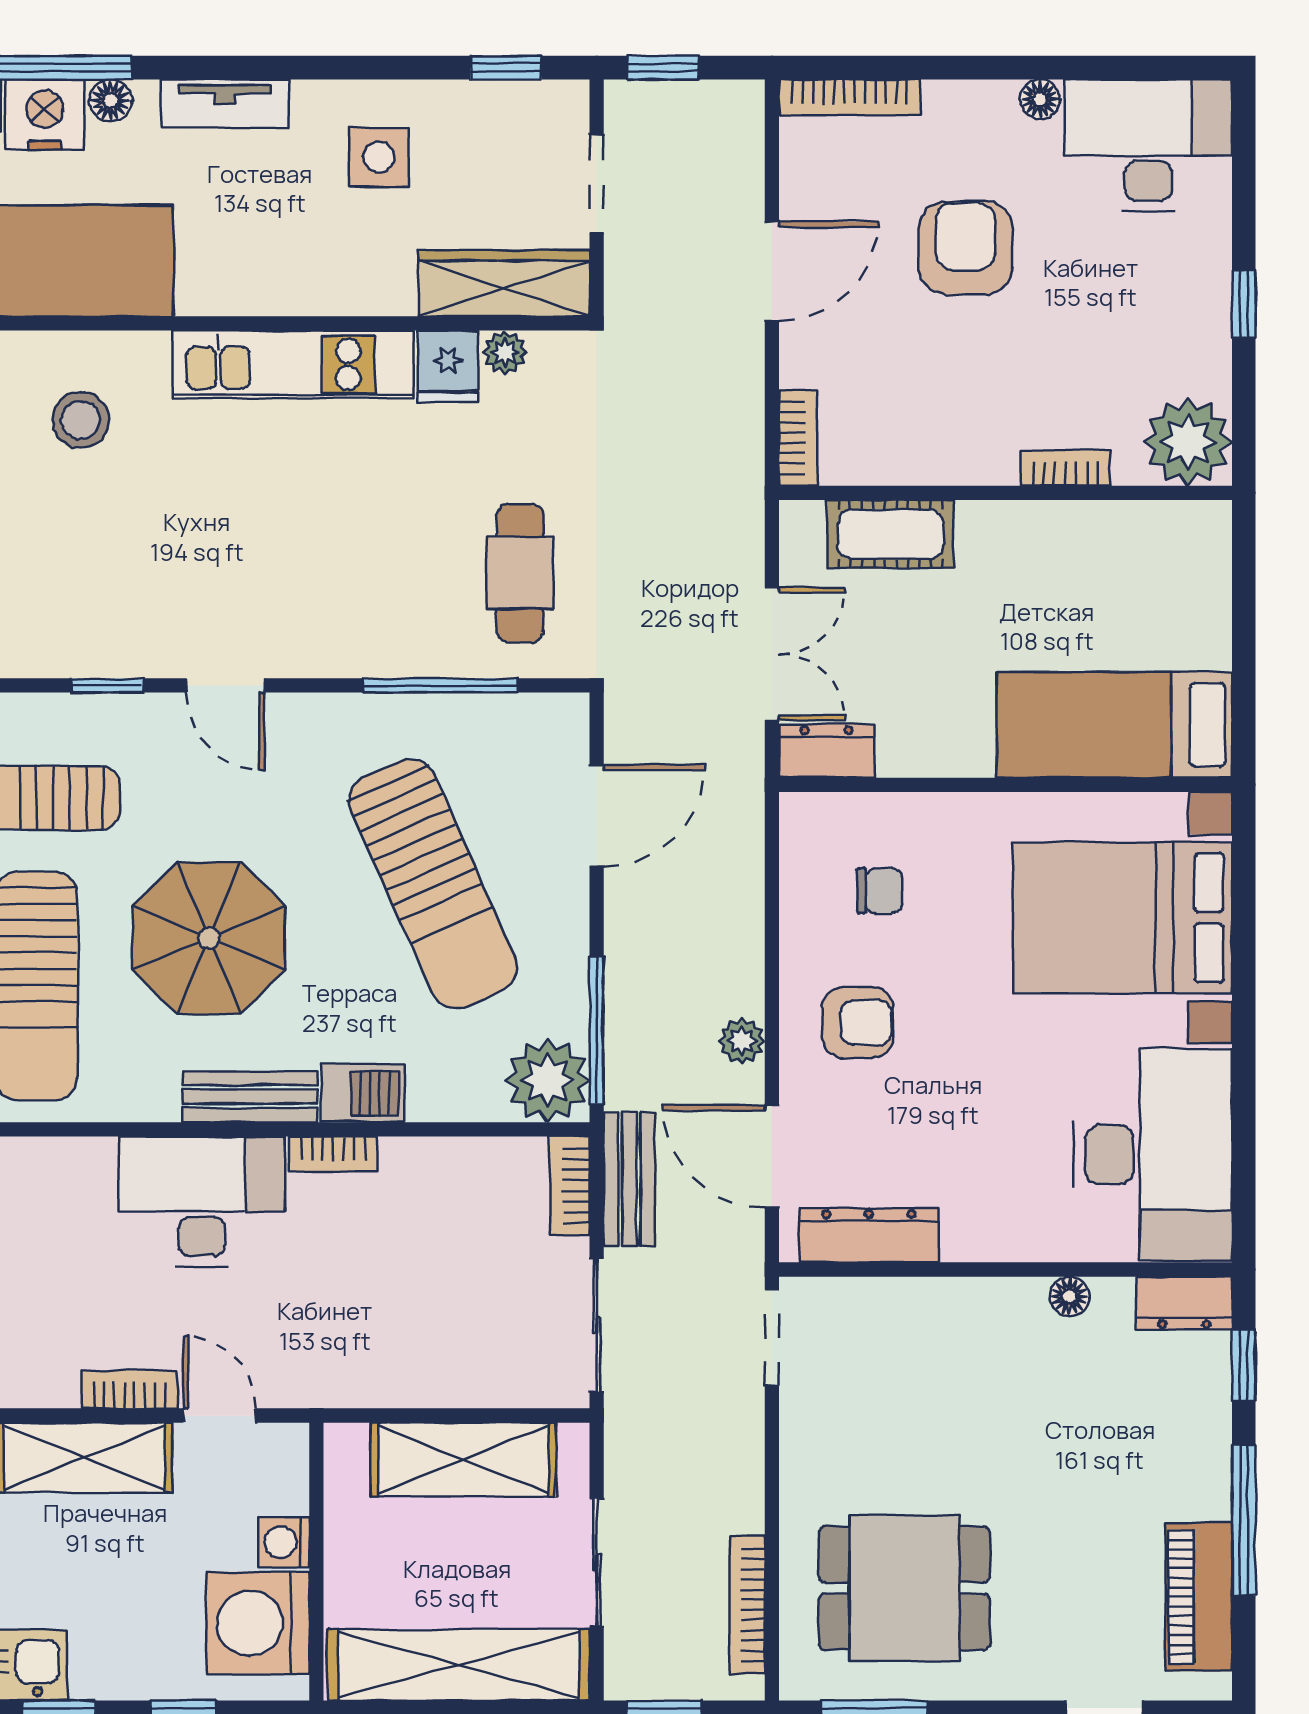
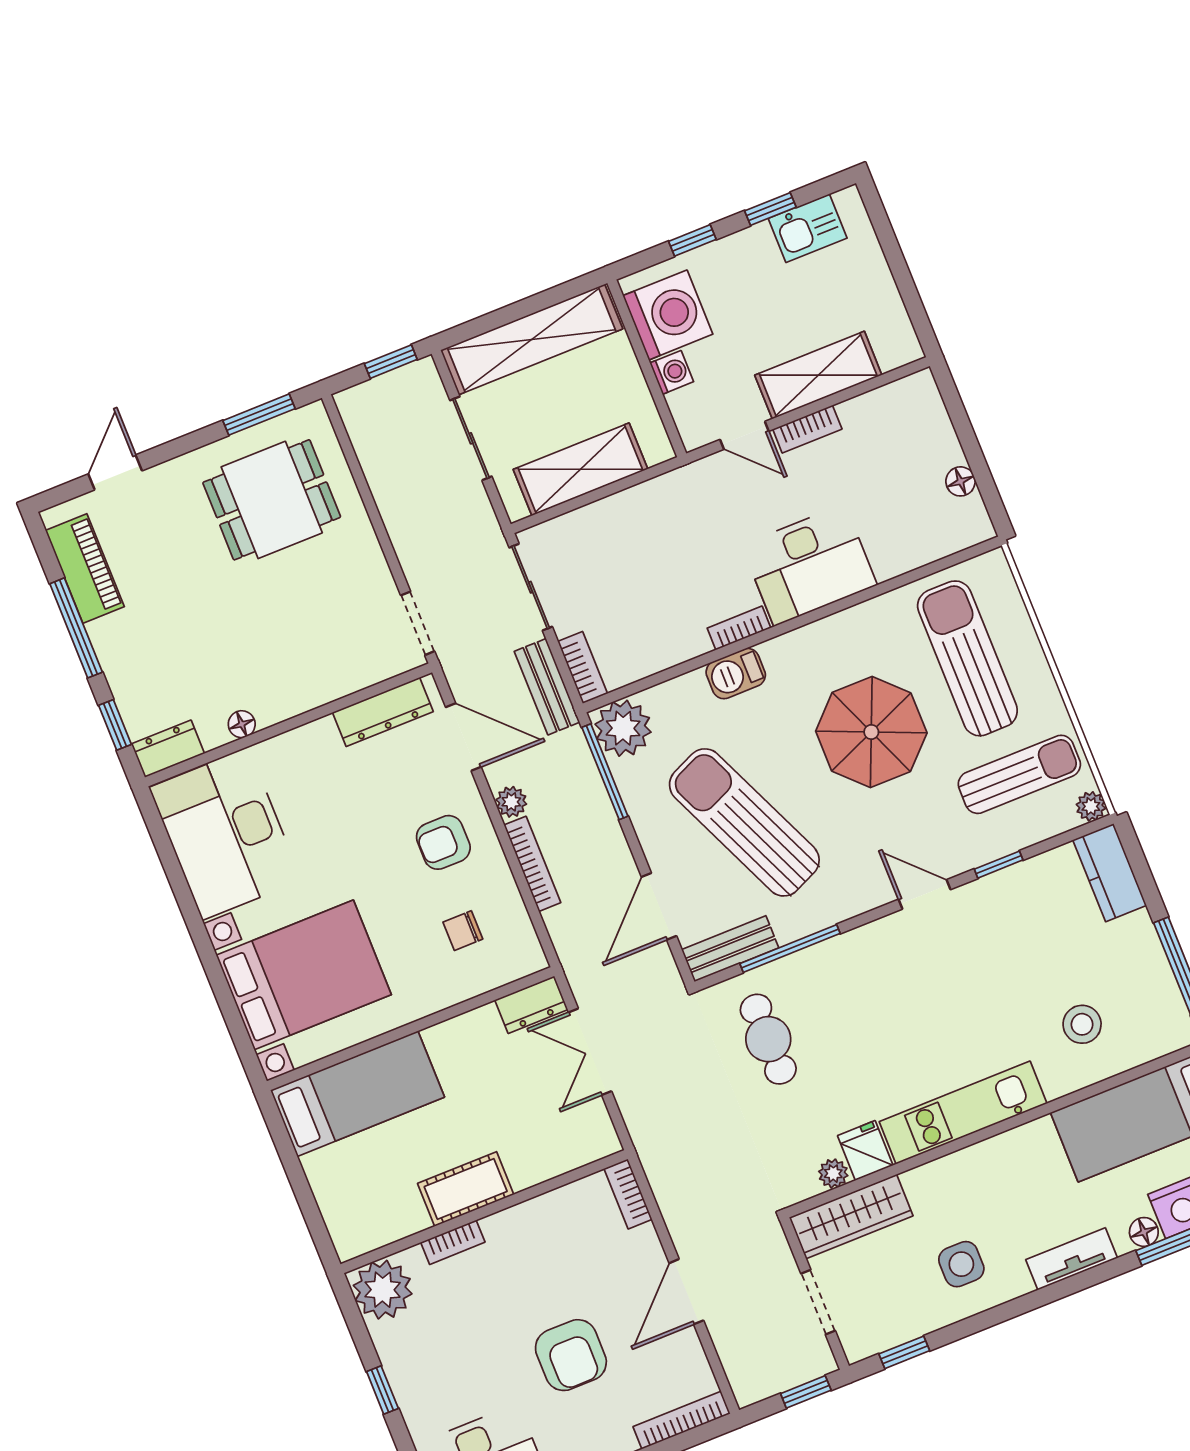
cot: (891, 534) -> (466, 1189), moved
bench: (250, 1097) -> (730, 949), moved
bookcase: (747, 1605) -> (532, 864), moved

